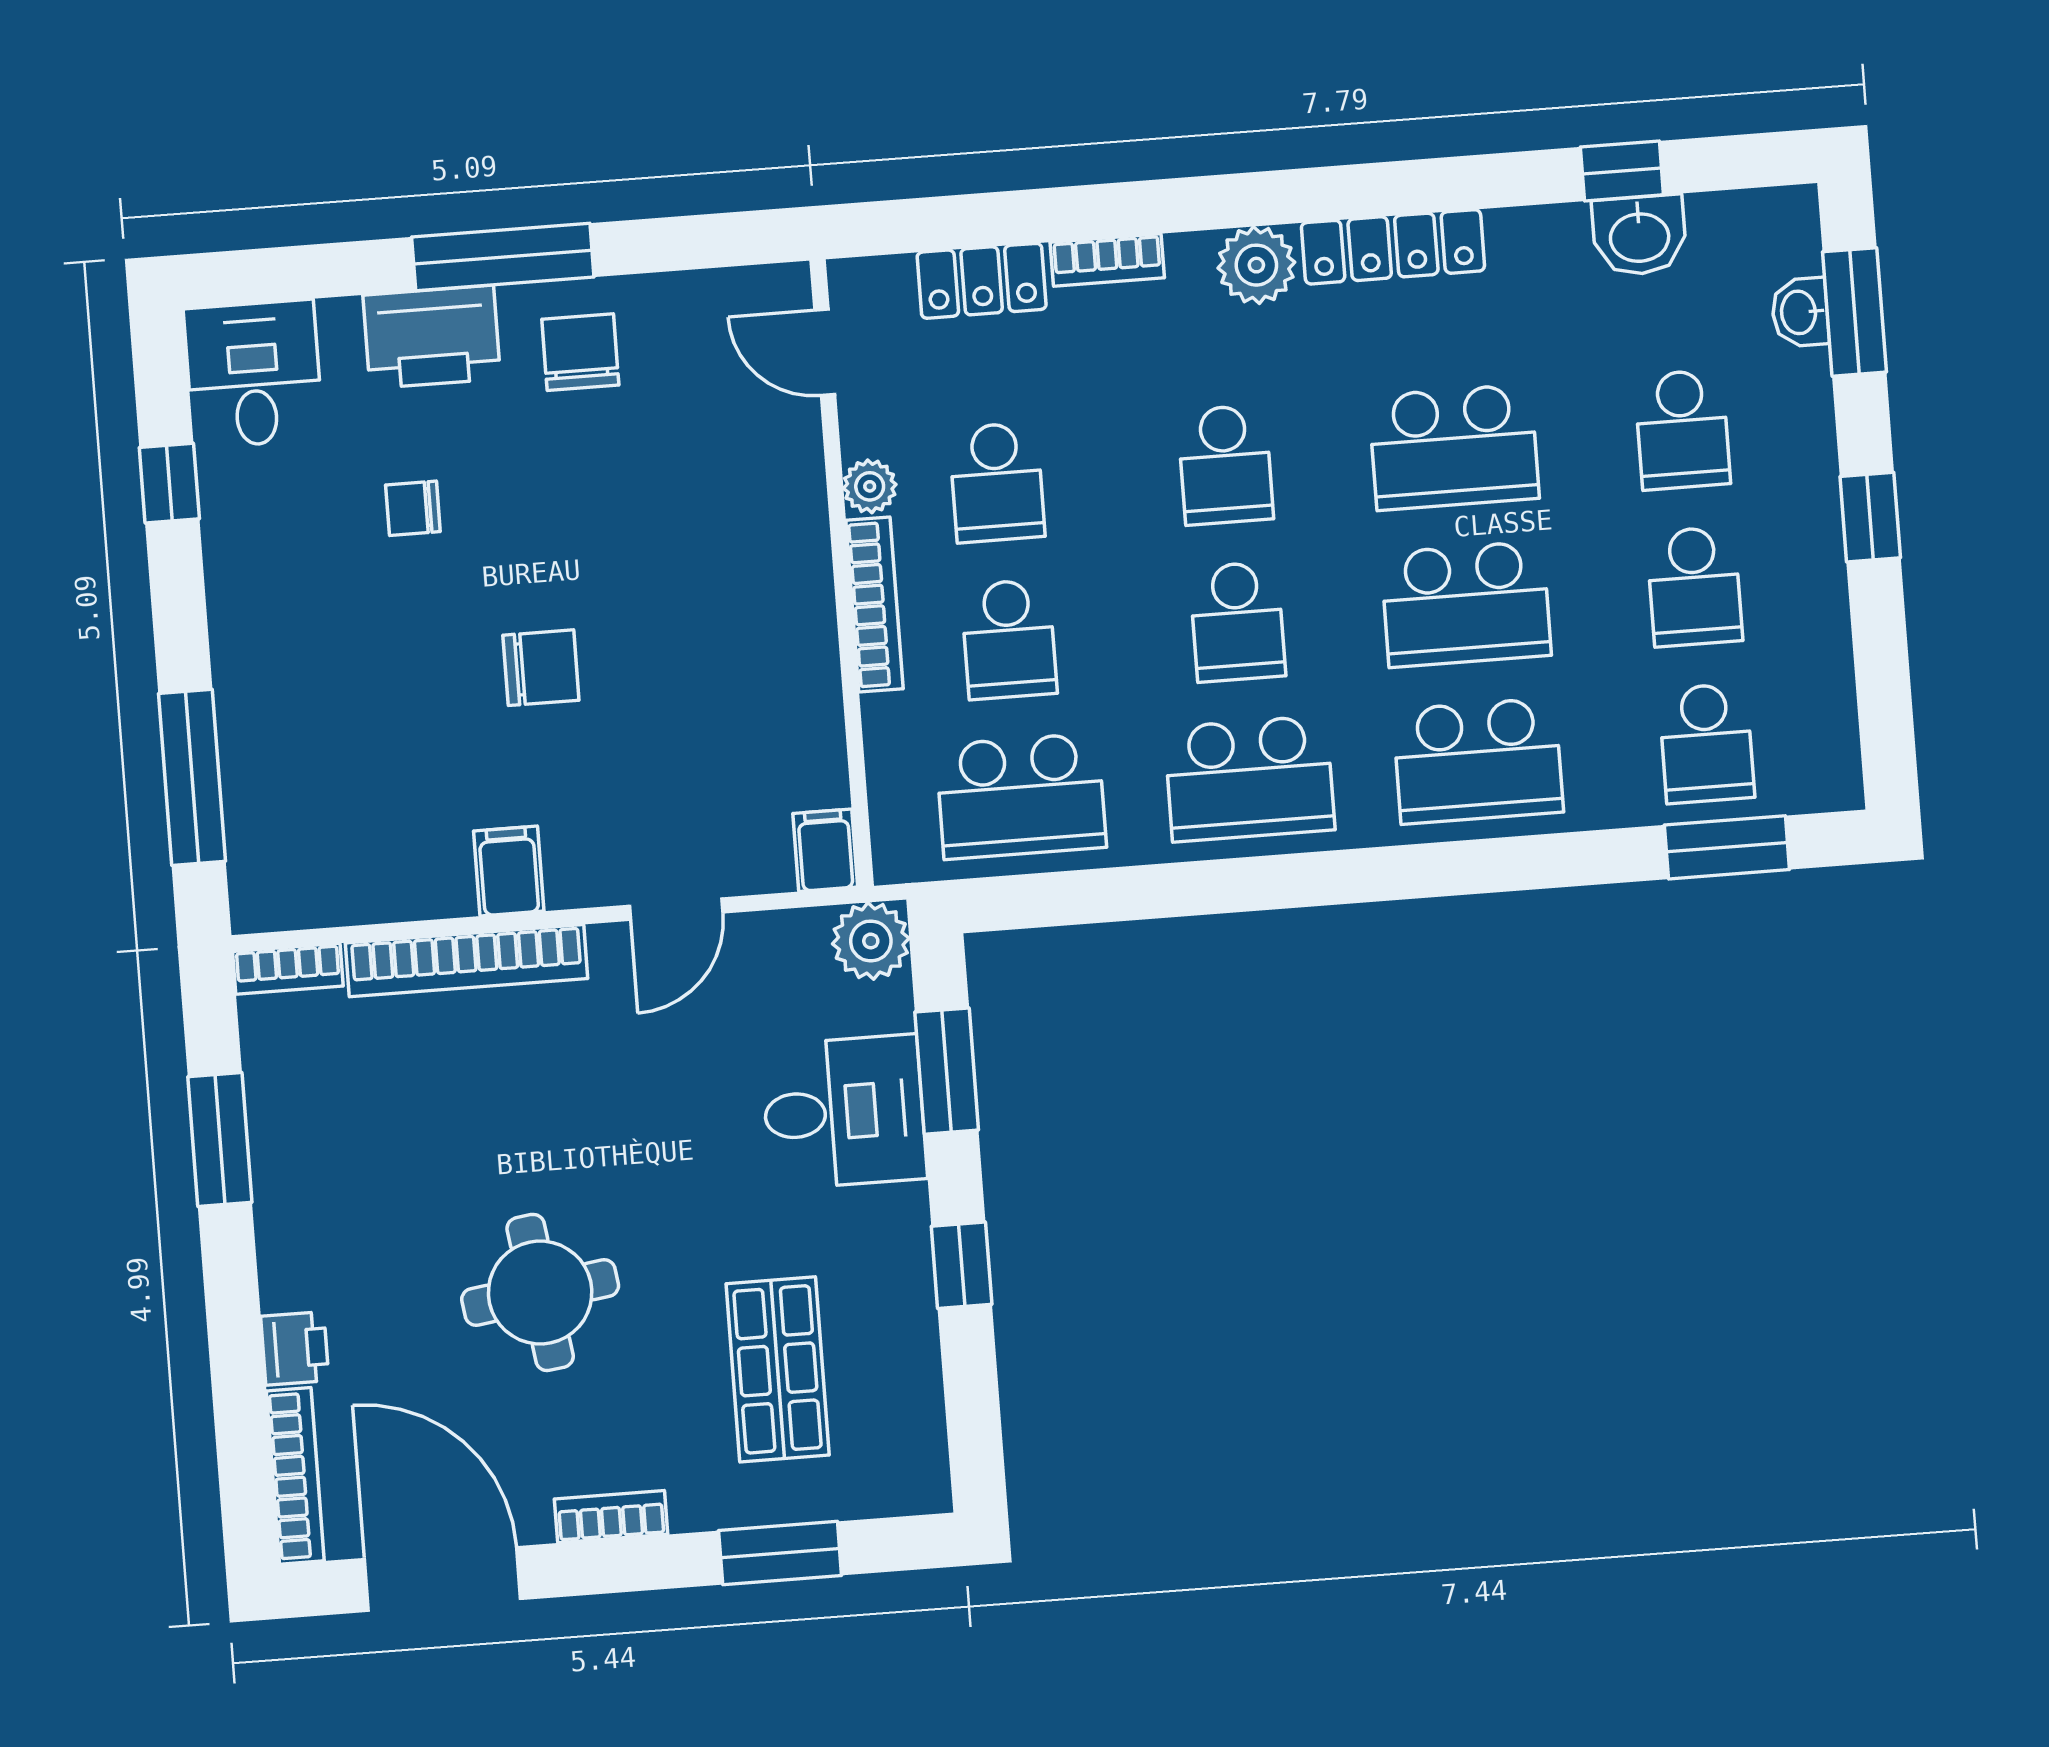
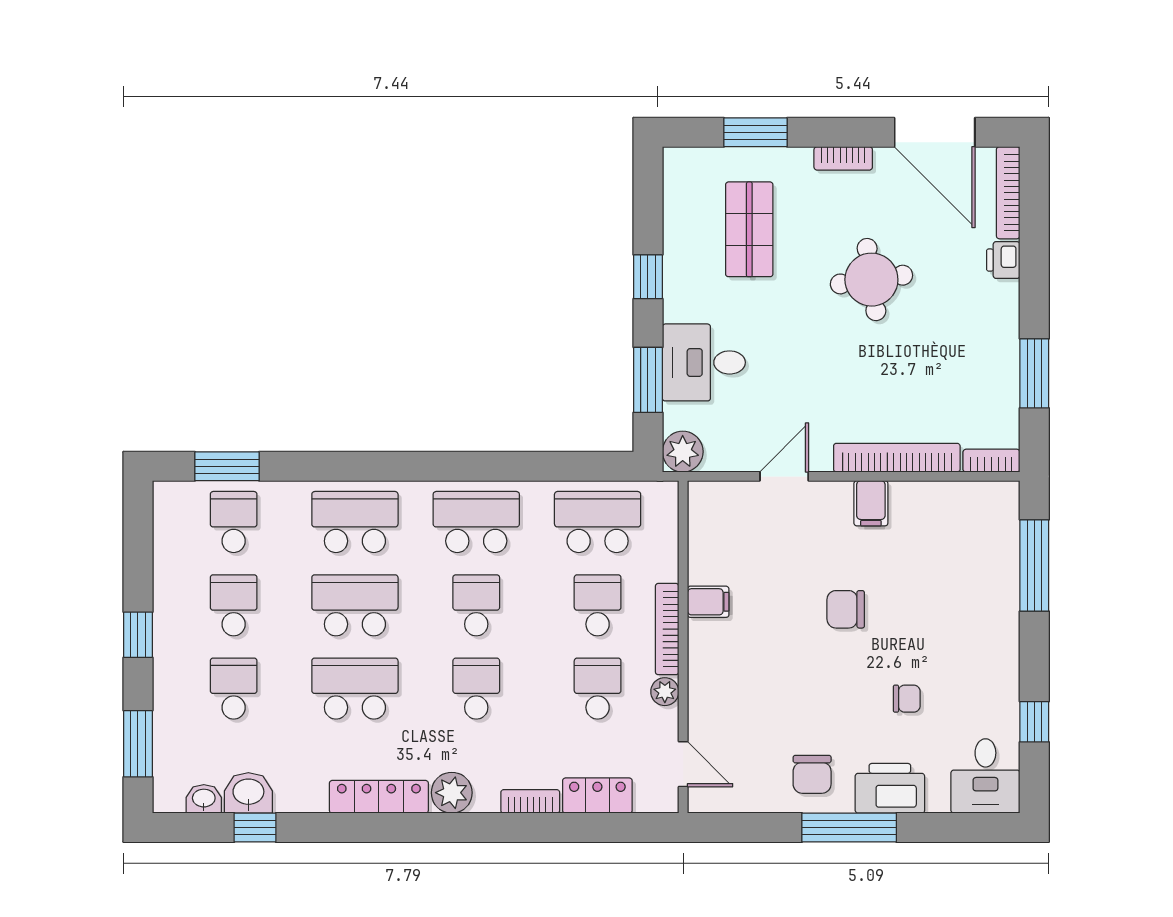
washbasin: (1800, 312) -> (204, 799), moved, turned -90
filing cabinet: (825, 850) -> (708, 602), moved, turned -90

